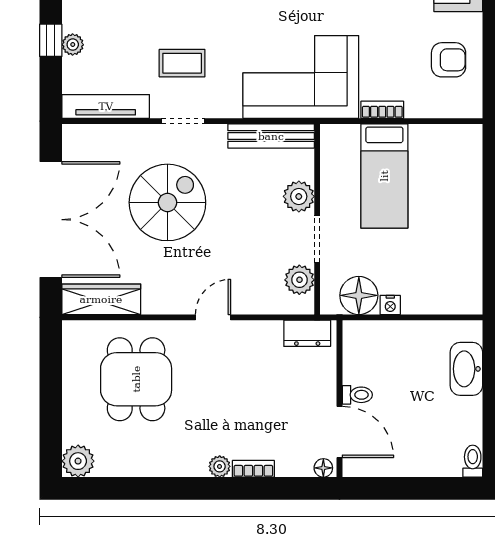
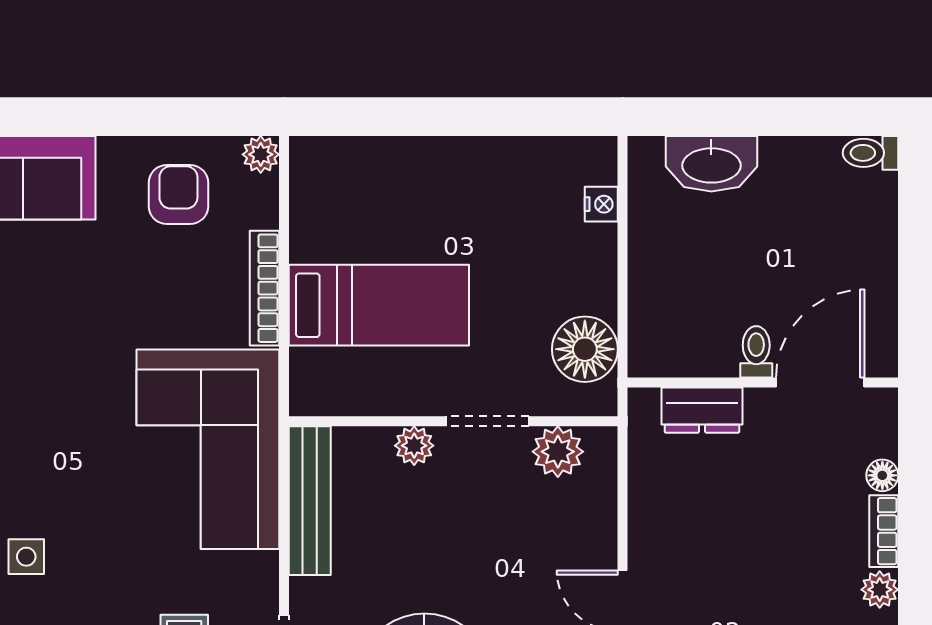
plant: (472, 108) -> (261, 154), added
bookcase: (382, 110) -> (265, 288), width x1.56
plant: (299, 196) -> (414, 446), width x0.73, depth x0.73
nightstand: (390, 305) -> (601, 204), moved
dresser: (307, 333) -> (702, 410), moved, turned 90
floor lamp: (323, 468) -> (882, 475), moved

